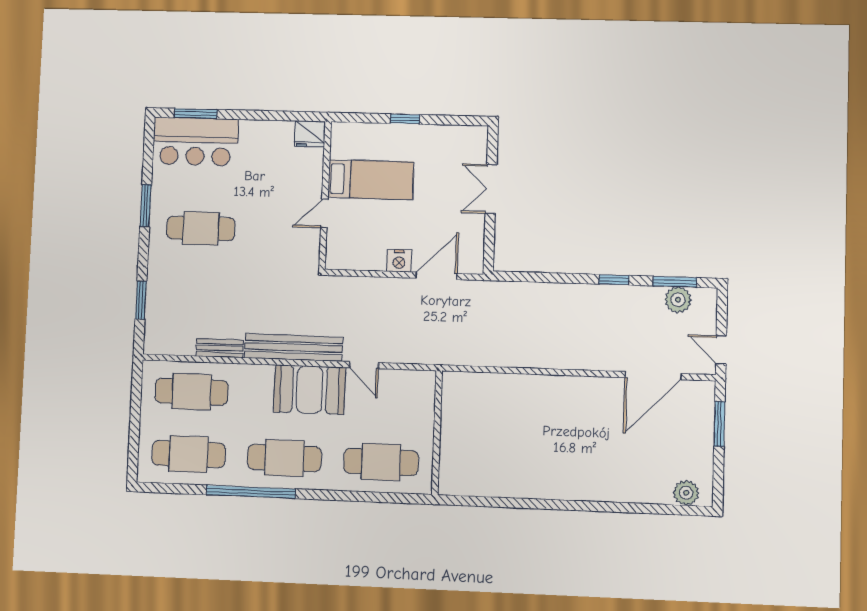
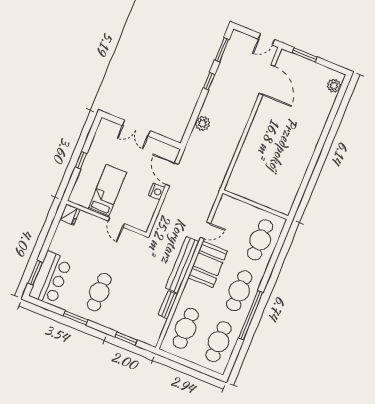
plant: (678, 300) -> (203, 124), moved

